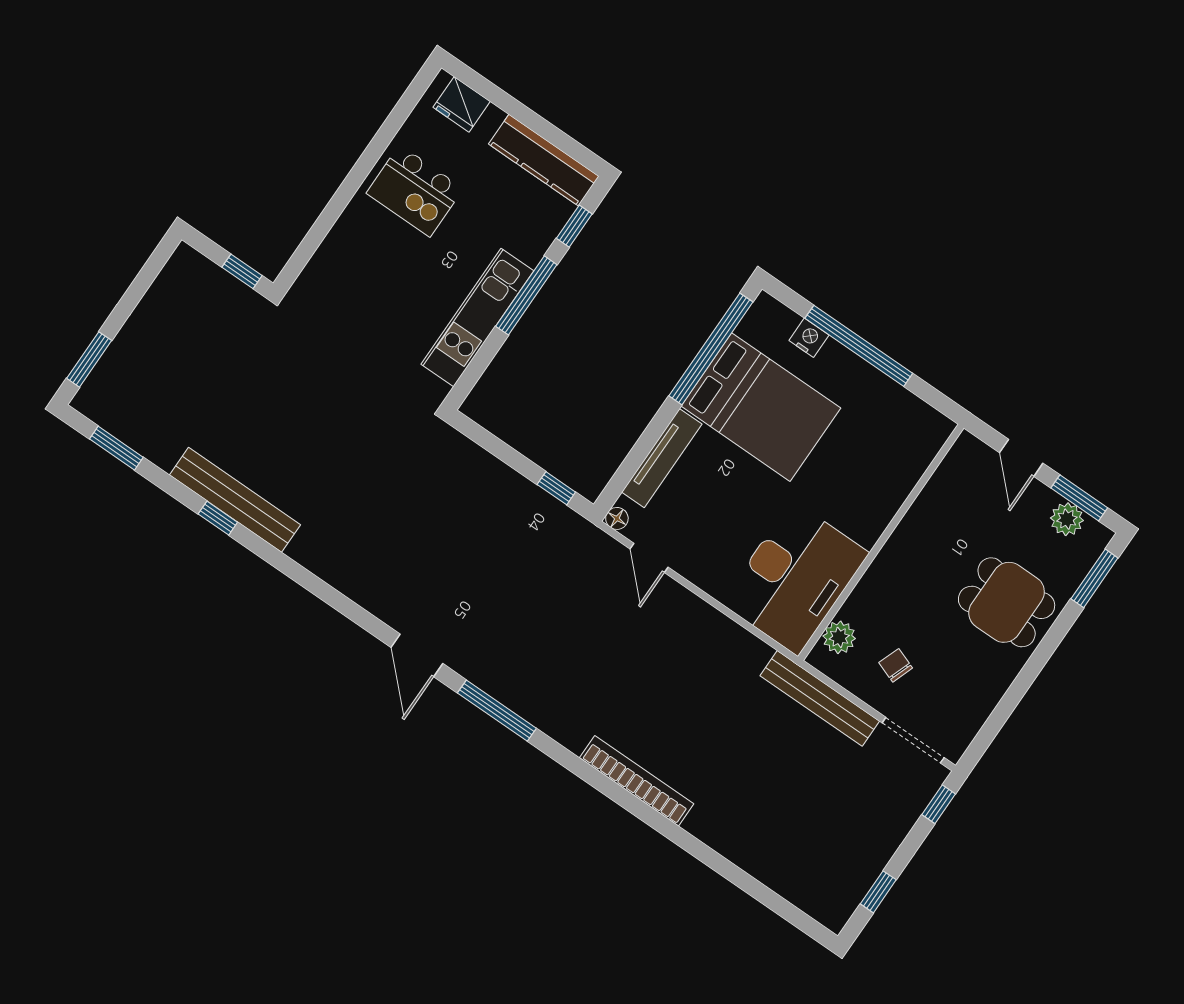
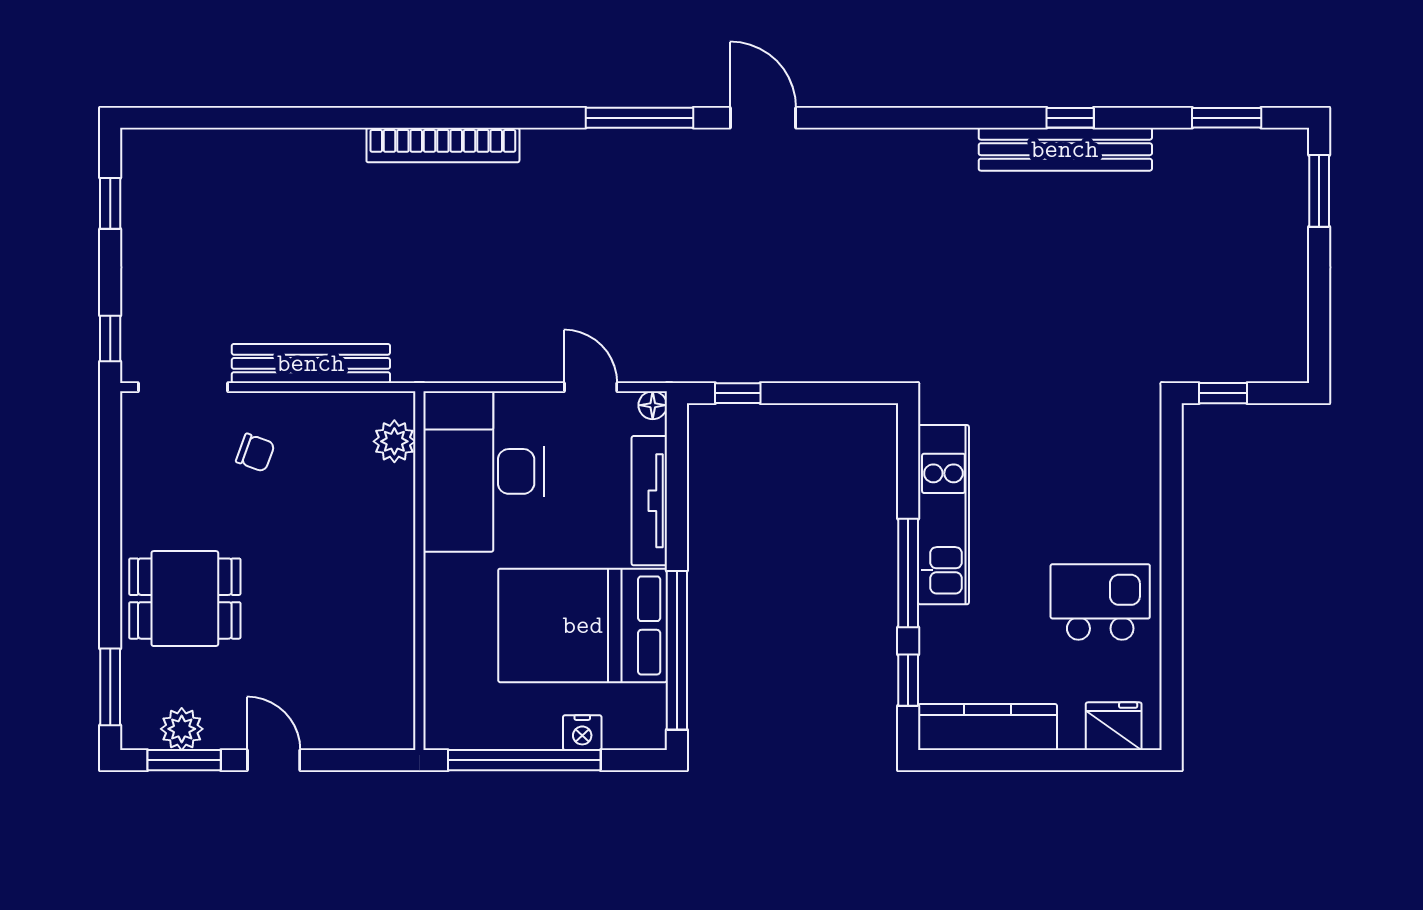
wall: (881, 542) -> (419, 571), moved
desk: (795, 578) -> (484, 471), moved
plant: (839, 637) -> (394, 441), moved

